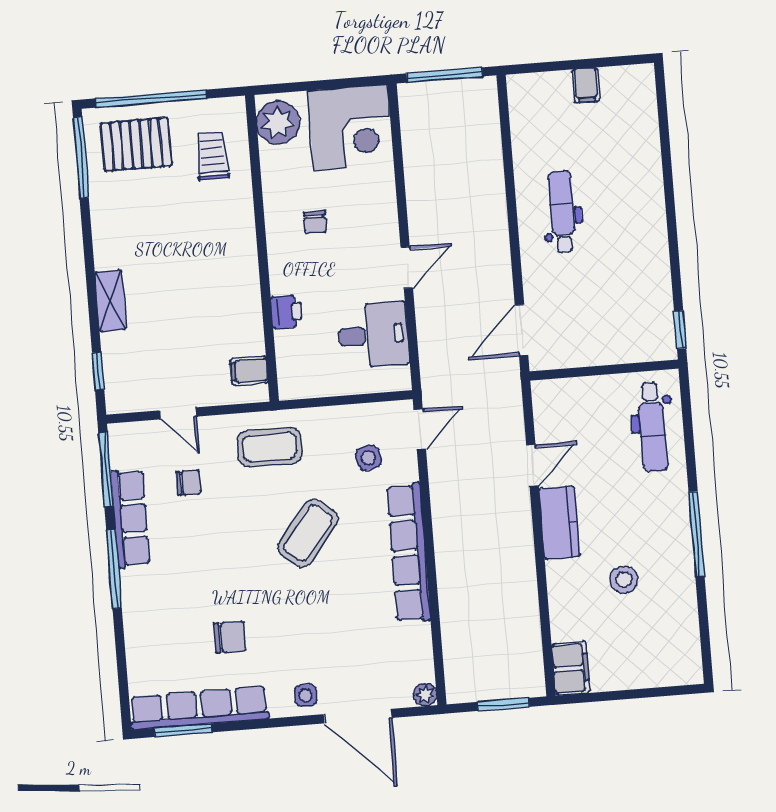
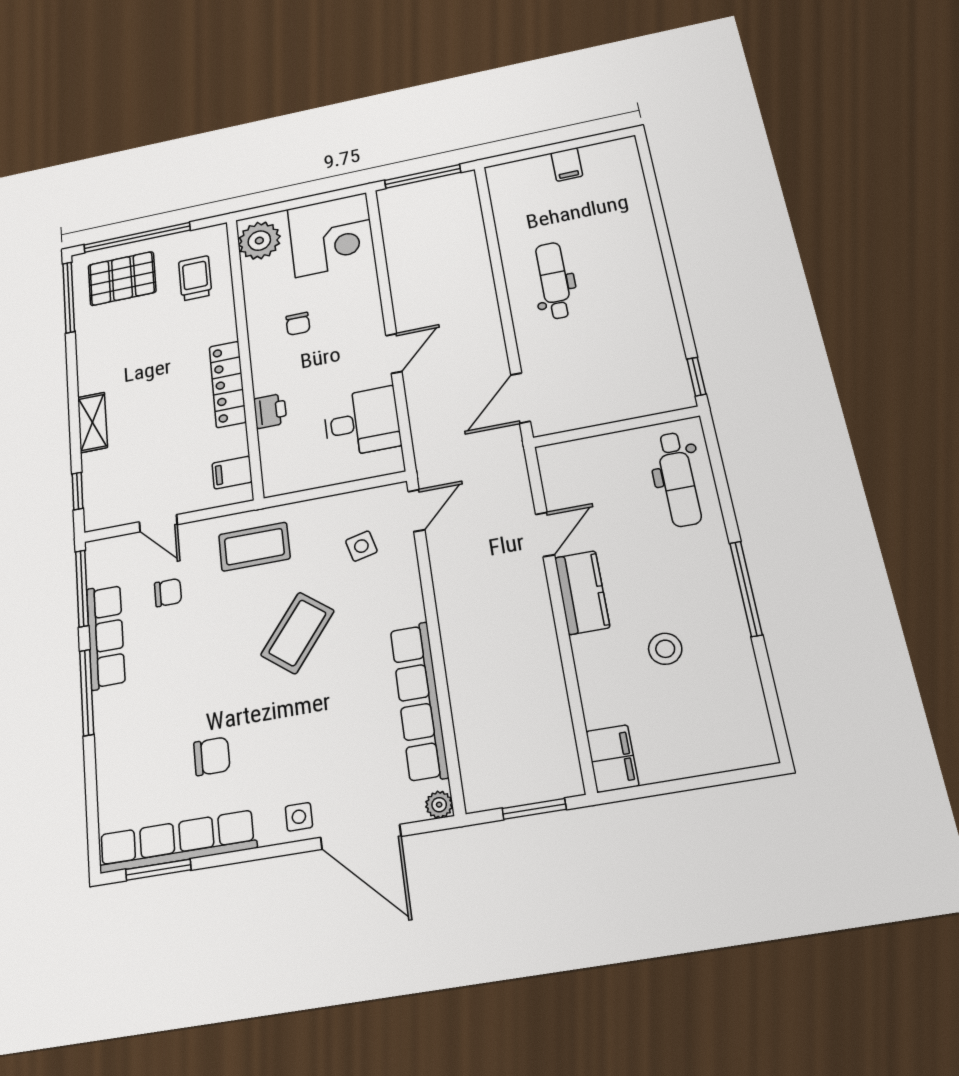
locker: (245, 278) -> (228, 384), added
row of seats: (409, 553) -> (419, 702), moved

